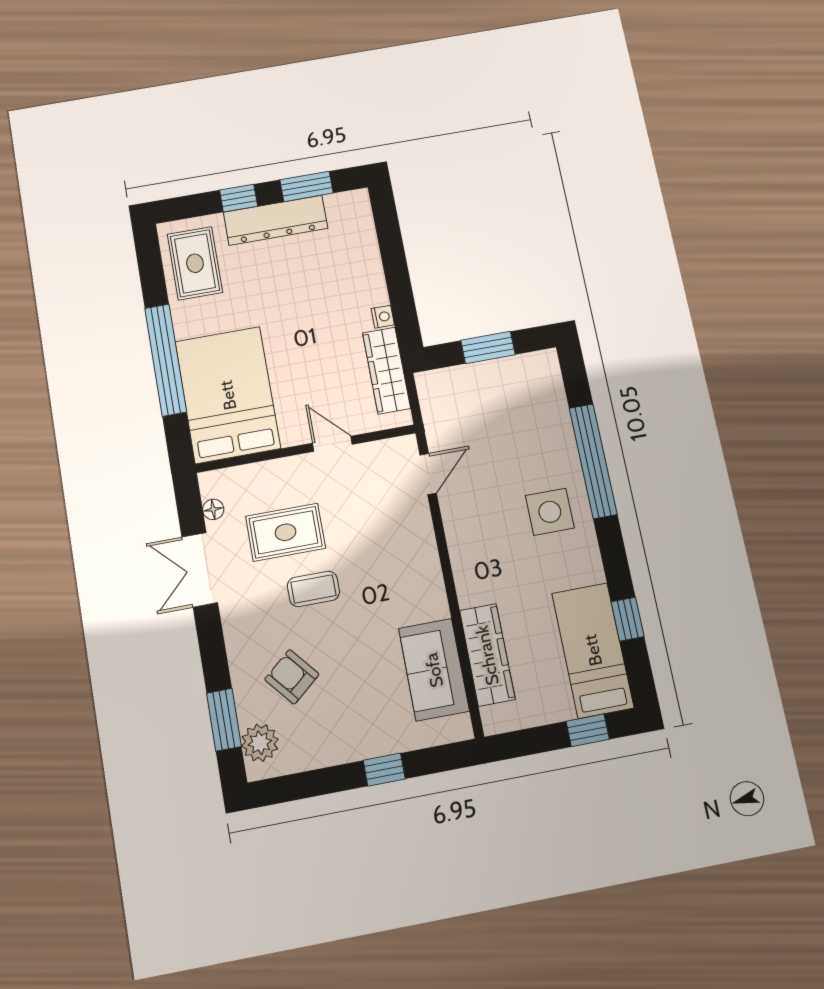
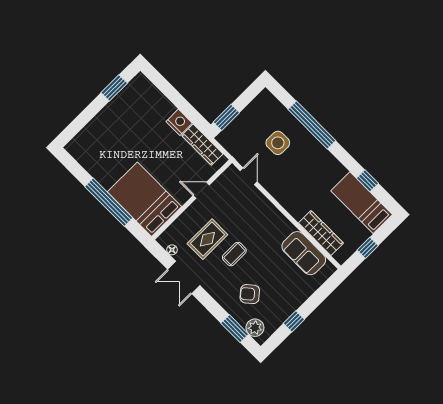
window: (239, 198) -> (89, 113), removed
dresser: (276, 220) -> (112, 112), removed
rug: (195, 263) -> (91, 153), removed
nightstand: (383, 317) -> (179, 122), width x1.89, depth x1.79
window: (488, 347) -> (226, 117), moved
side table: (550, 512) -> (278, 143), moved
window: (588, 730) -> (368, 248), moved
window: (384, 770) -> (294, 321), moved

